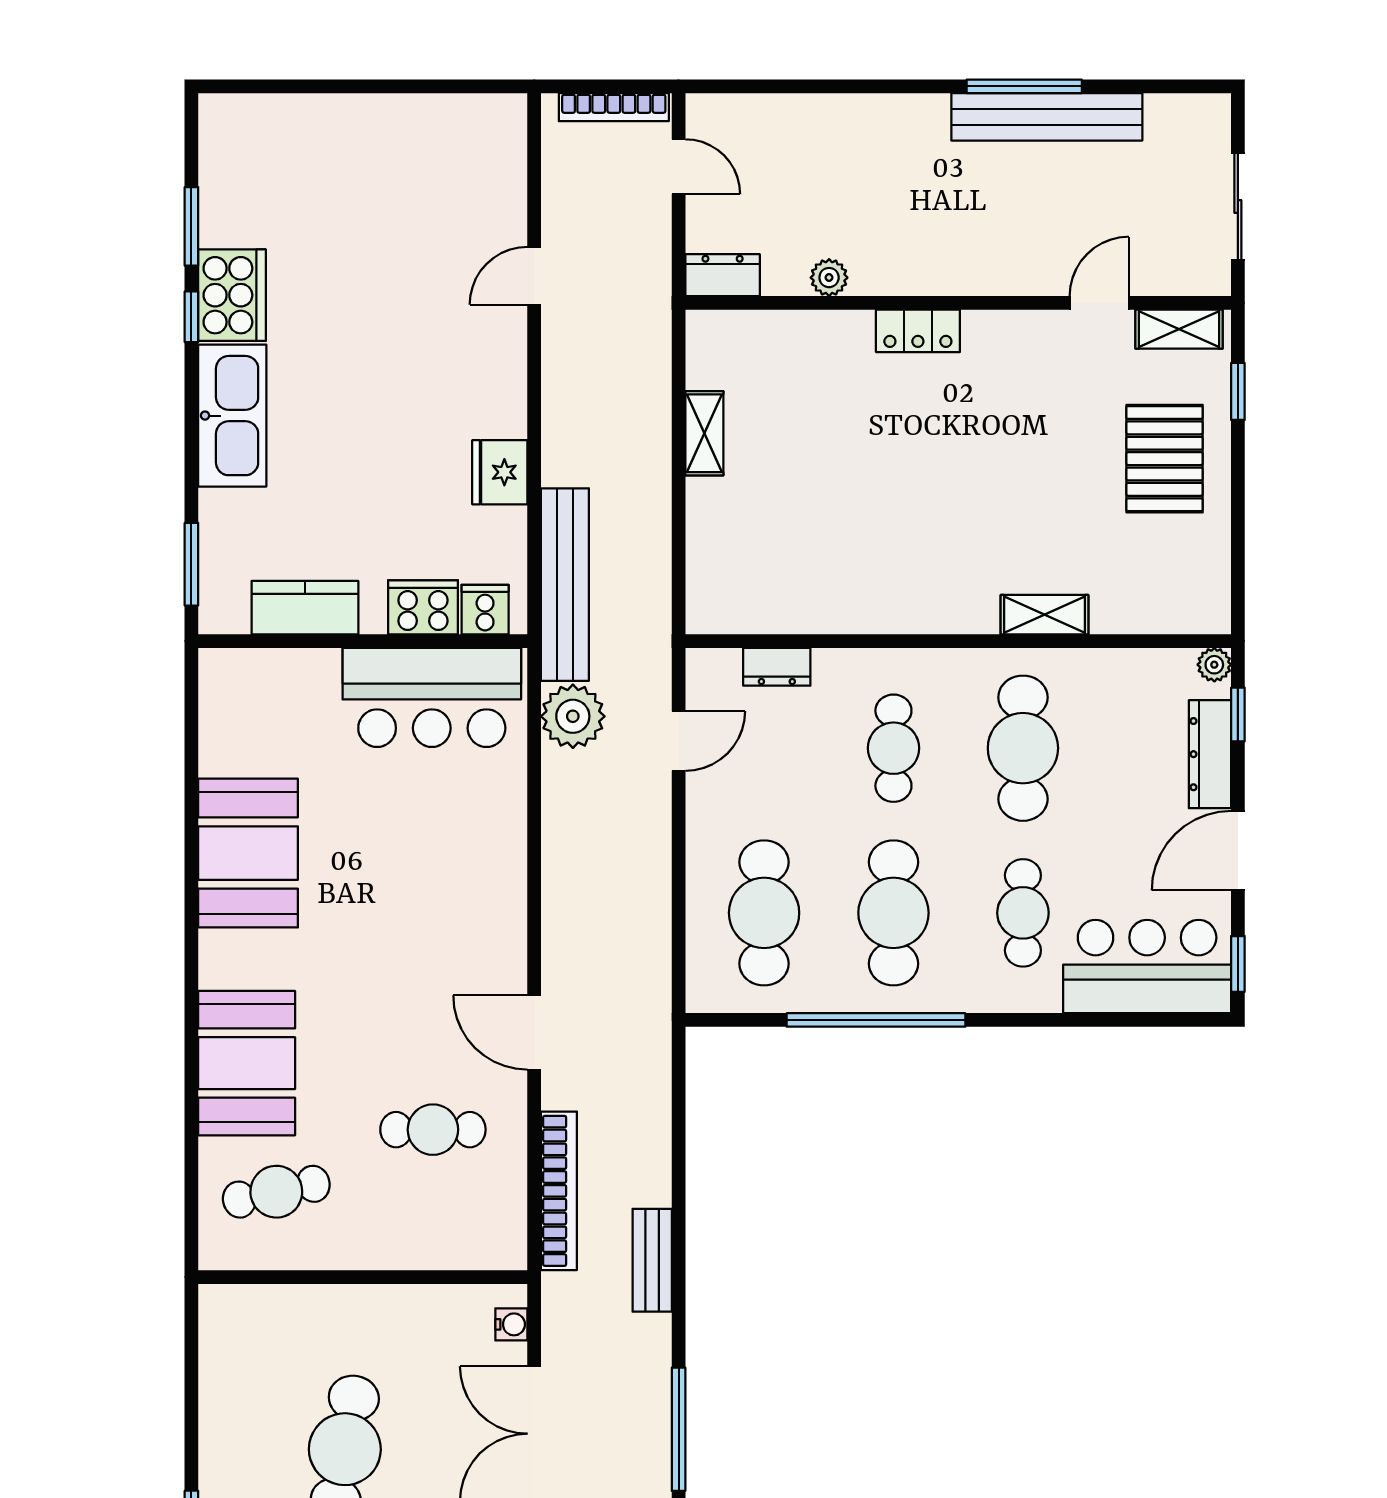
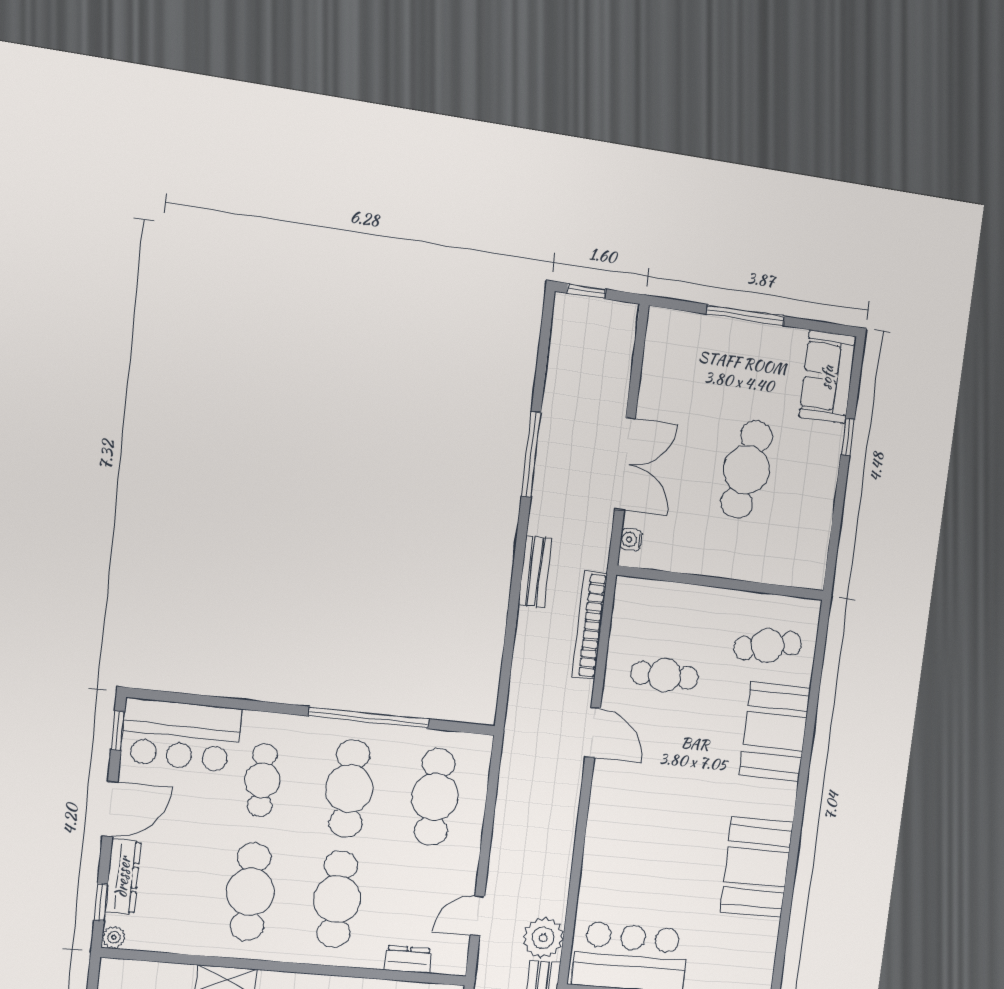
cafe table: (893, 748) -> (337, 899), width x1.37, depth x1.35

